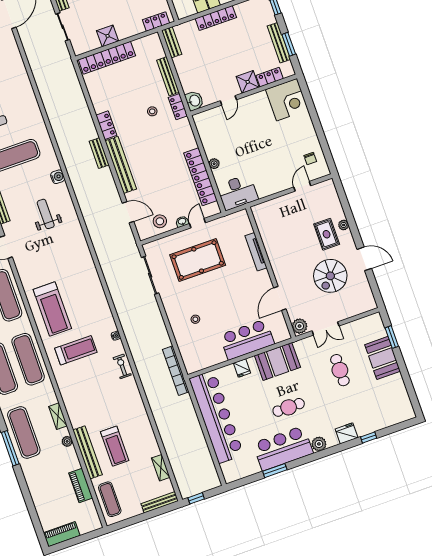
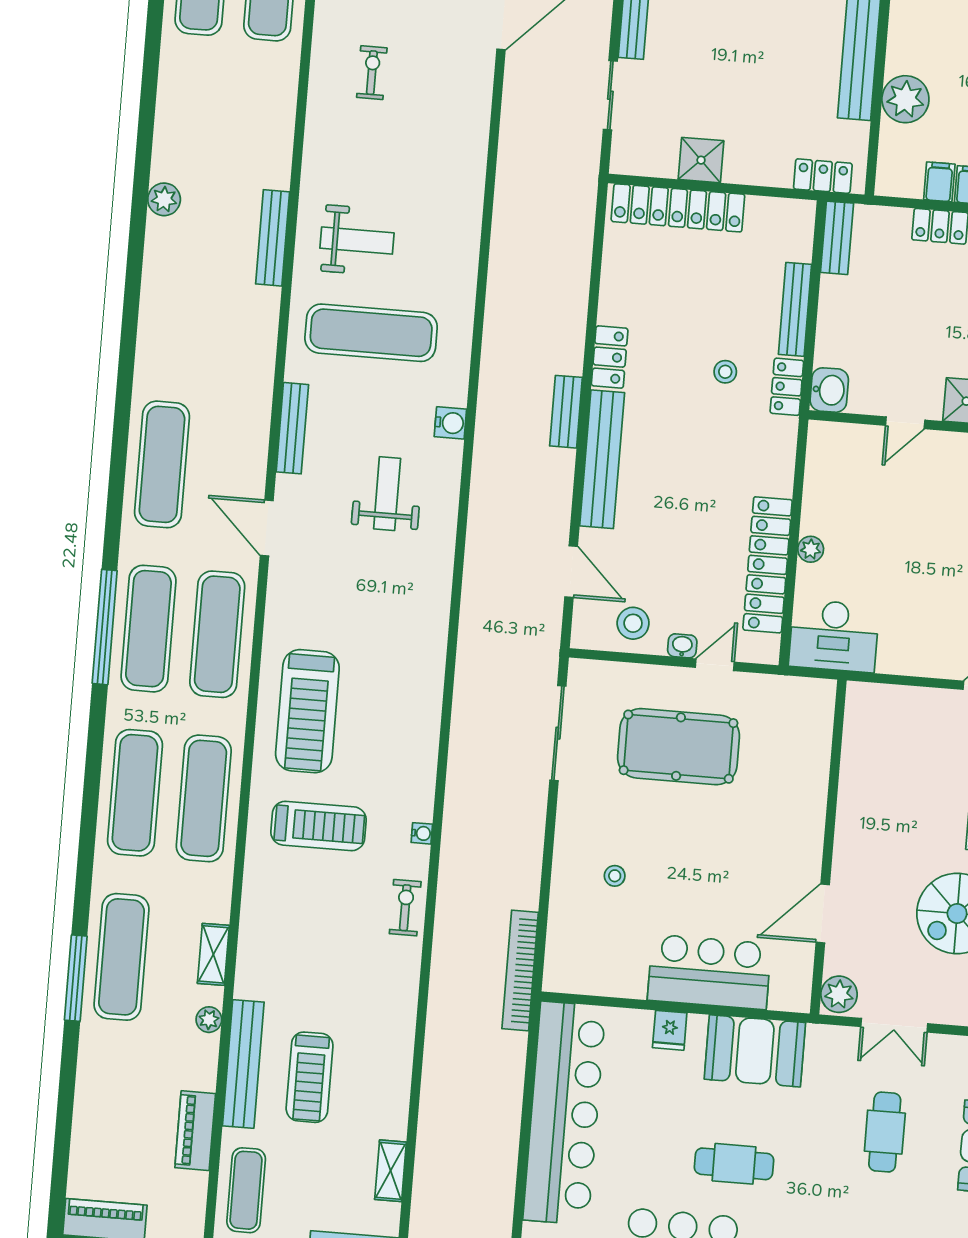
tv unit: (256, 252) -> (816, 786), removed

